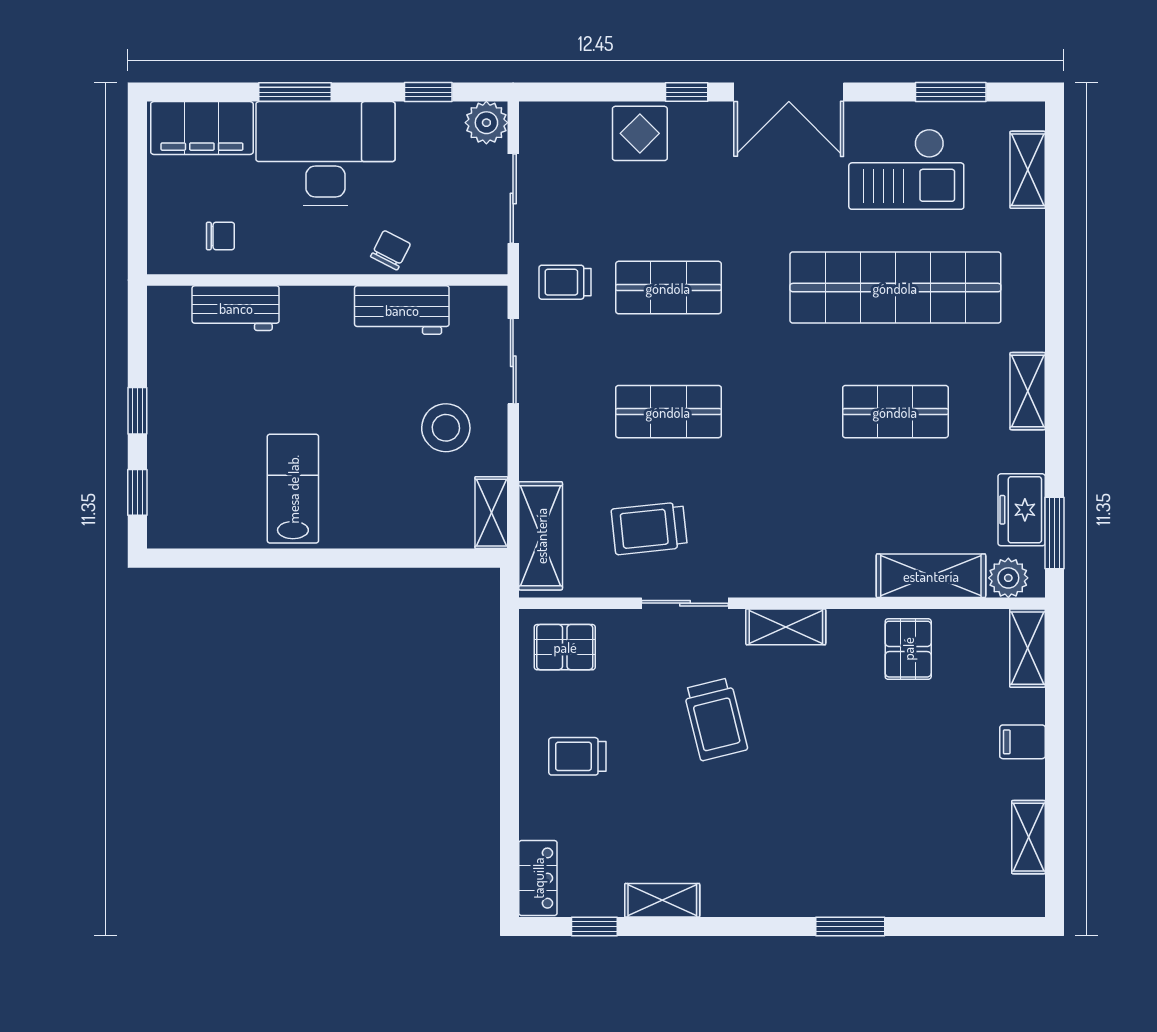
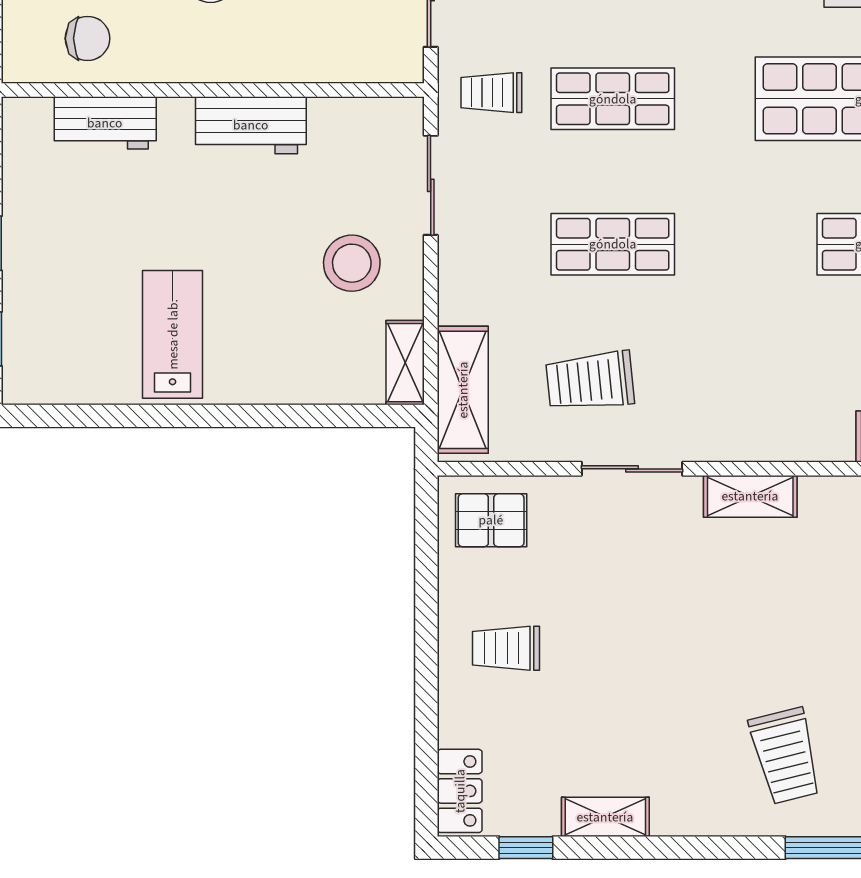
chair: (220, 236) -> (88, 38), width x1.37, depth x1.37
chair: (391, 250) -> (287, 55), removed
workbench: (402, 310) -> (251, 125), moved
trolley: (715, 719) -> (785, 756), moved

